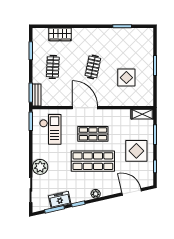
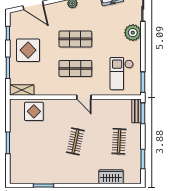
display table: (126, 78) -> (34, 111), moved
door: (85, 108) -> (84, 97), width x0.53
shop shelf: (93, 161) -> (75, 39), width x0.70, depth x0.74

